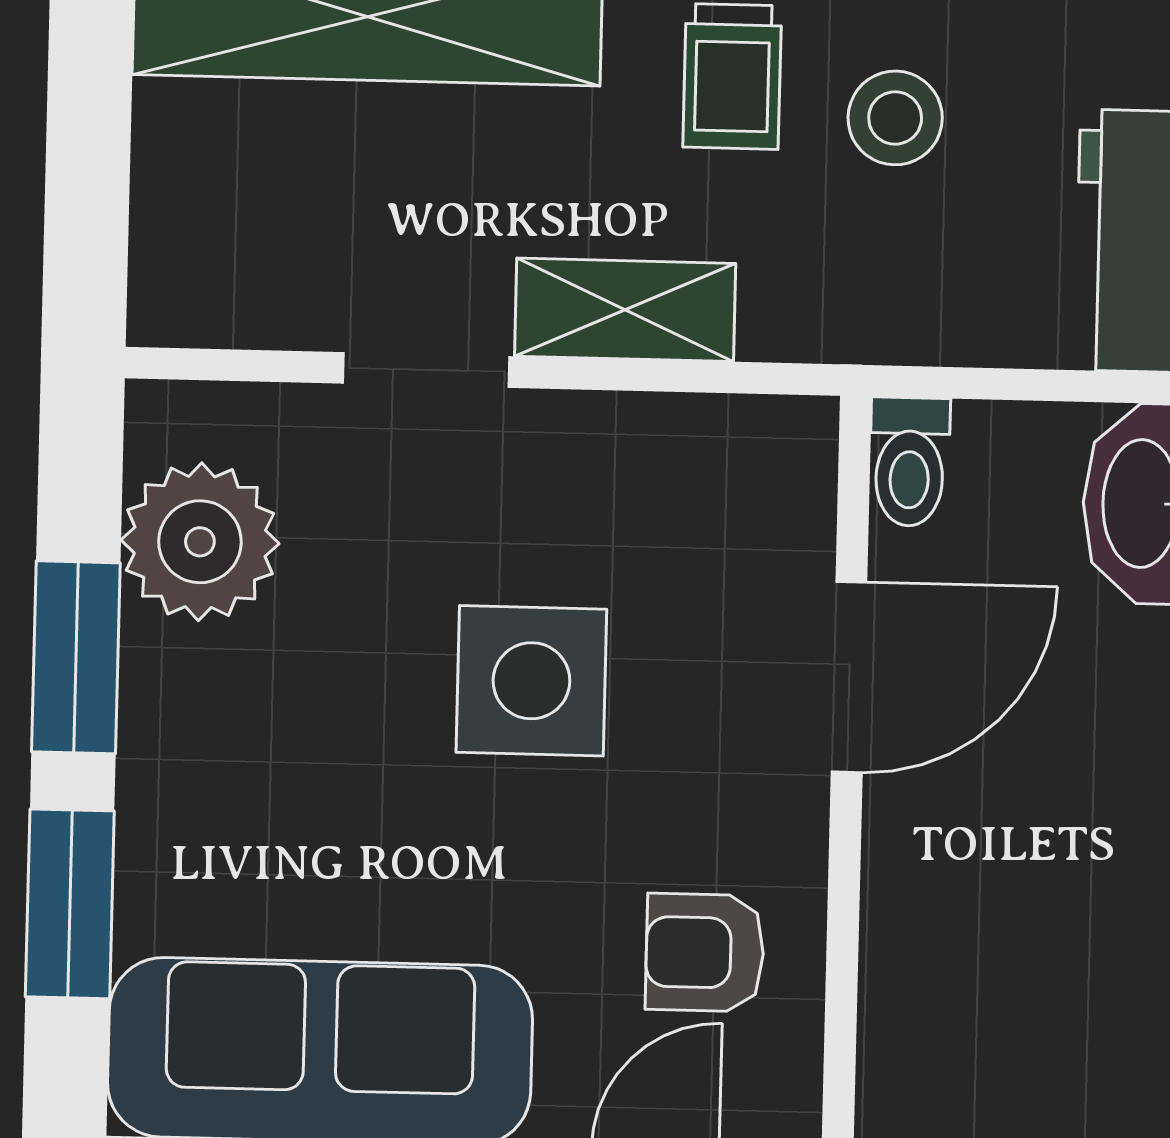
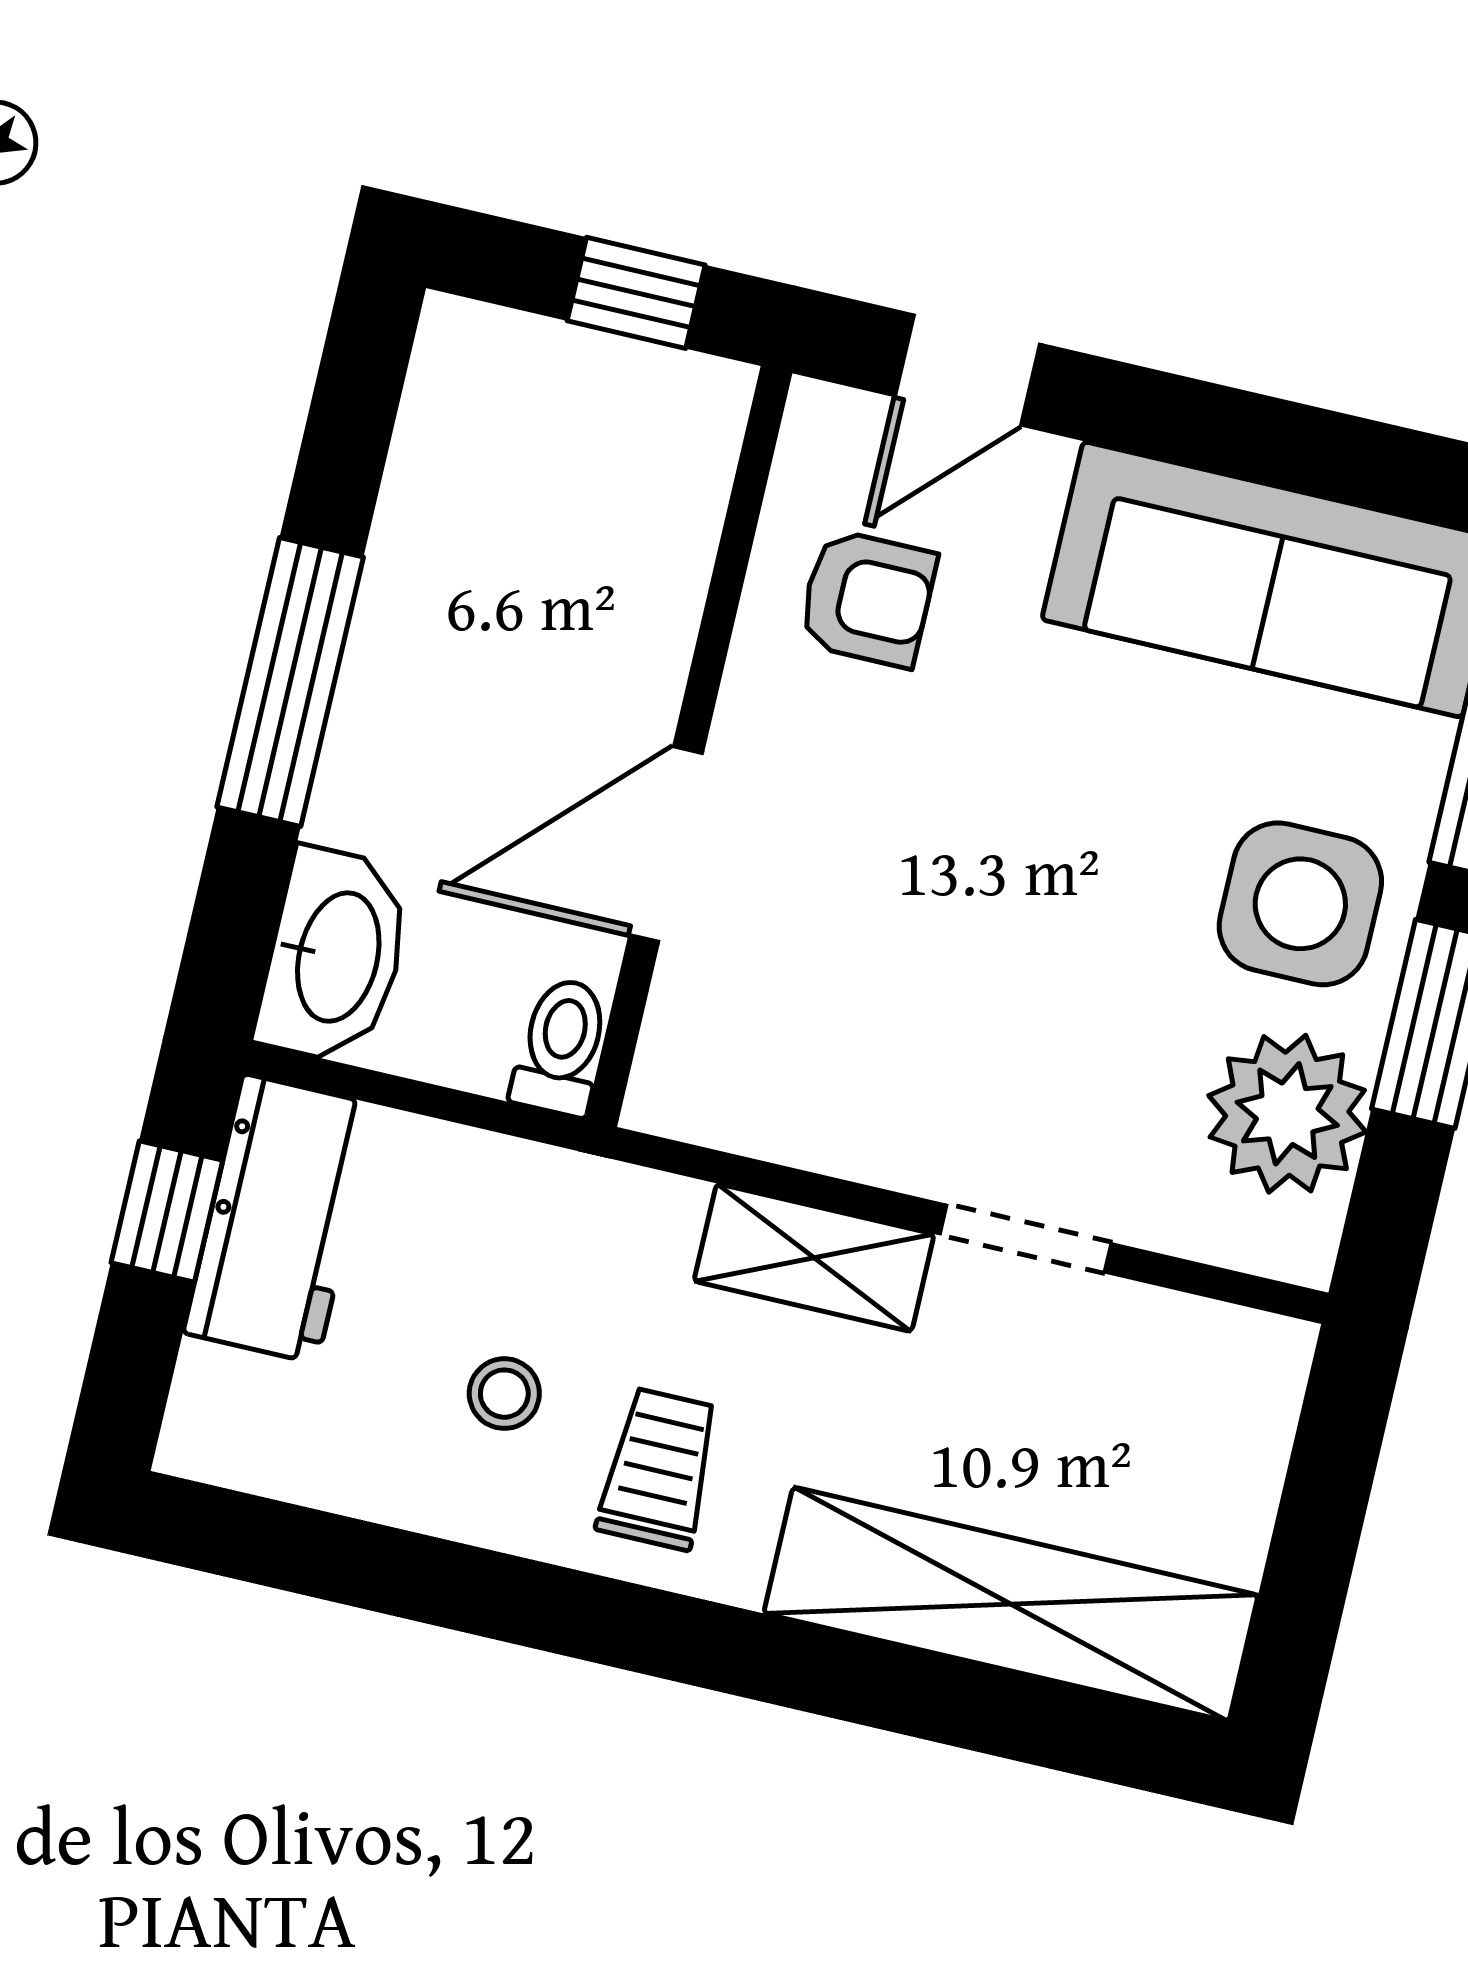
stool: (895, 118) -> (504, 1394), width x0.73, depth x0.73
side table: (531, 681) -> (1300, 904), moved

